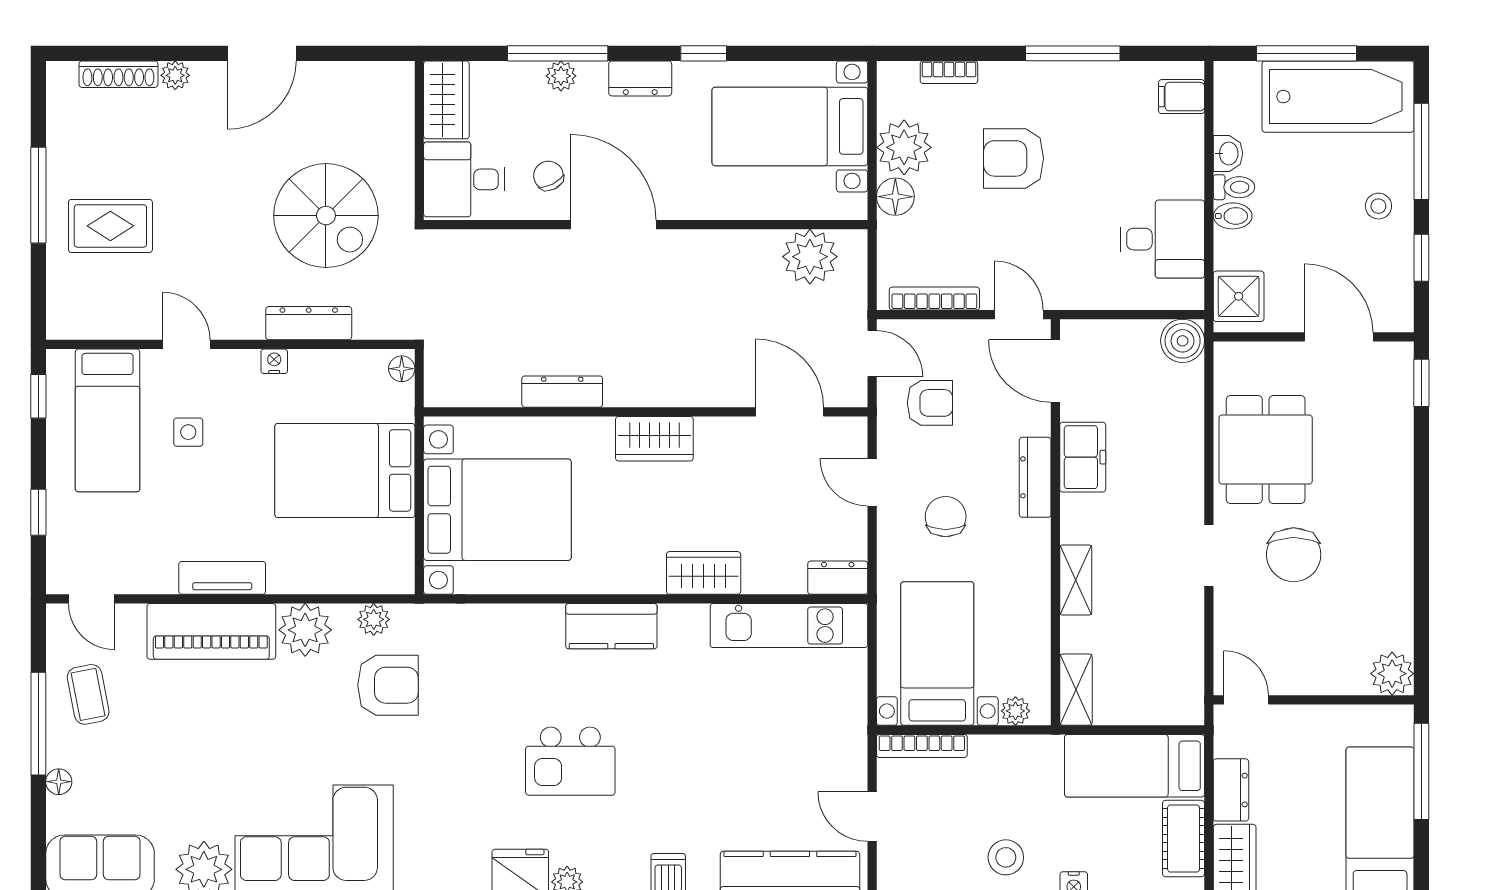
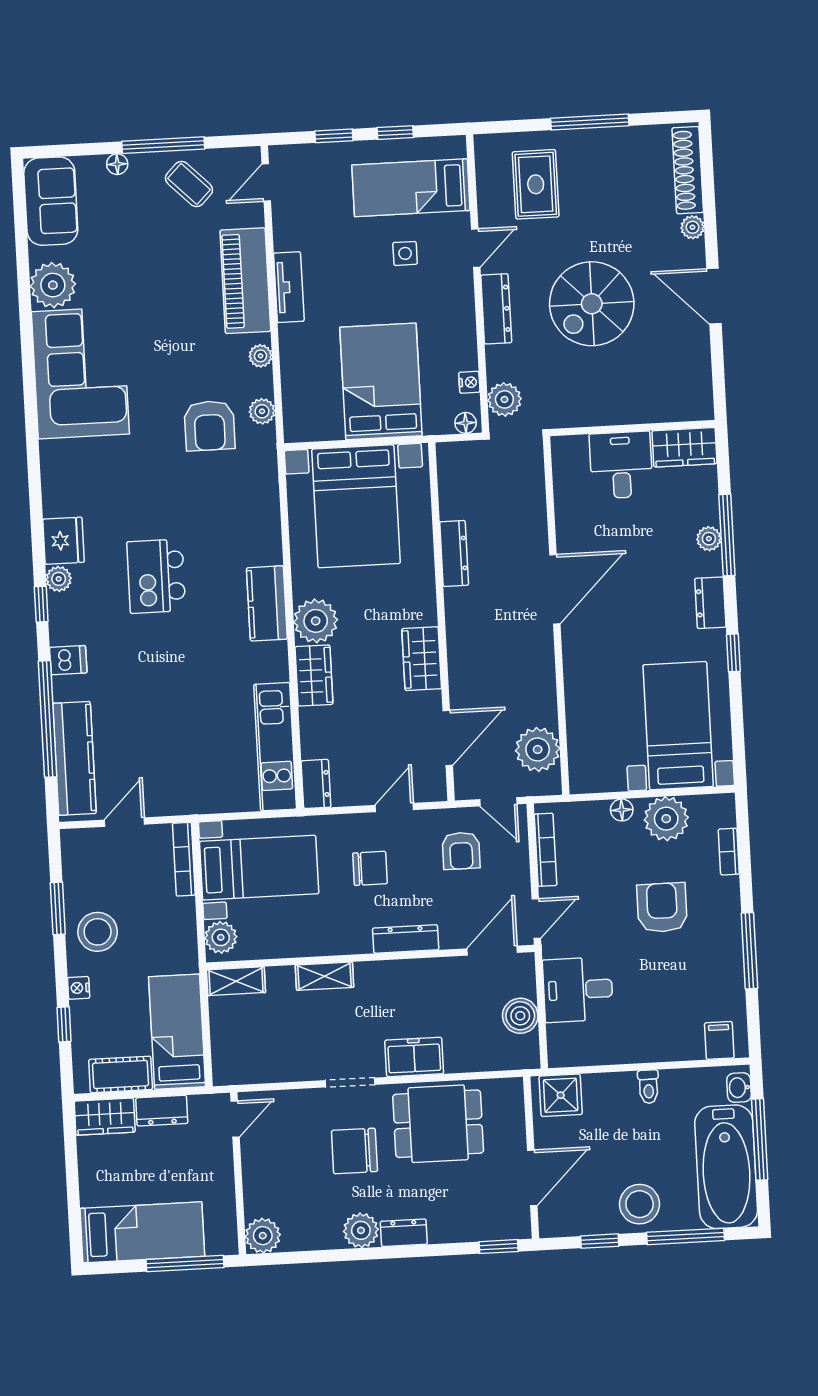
shoe rack: (118, 74) -> (688, 170), width x1.36, depth x1.24
washbasin: (1228, 153) -> (739, 1088), moved, turned 90
chair: (548, 176) -> (628, 533), removed
floor lamp: (895, 197) -> (622, 810), width x0.73, depth x0.73
stool: (1378, 206) -> (640, 1204), width x1.89, depth x1.89
spiral stairs: (326, 216) -> (592, 304), moved
bidet: (1233, 216) -> (625, 1087), removed
door: (613, 225) -> (555, 589), moved
wall: (646, 225) -> (556, 615), moved
rug: (110, 226) -> (536, 184), moved
desk: (1162, 239) -> (578, 990), moved, turned 90
plant: (810, 257) -> (538, 749), moved
plant: (375, 319) -> (504, 399), added
dresser: (309, 323) -> (496, 309), moved
boiler: (1183, 341) -> (520, 1016), moved
door: (872, 354) -> (498, 802), hinge flipped
nightstand: (274, 361) -> (469, 382), moved
window: (38, 396) -> (395, 133), moved
wardrobe: (654, 439) -> (422, 659), moved
freezer: (1083, 457) -> (414, 1057), moved, turned 180
dresser: (1398, 499) -> (404, 1233), added
plant: (1392, 552) -> (361, 1230), added
plant: (636, 567) -> (316, 621), added
plant: (305, 630) -> (260, 356), width x0.53, depth x0.53
coffee table: (88, 694) -> (189, 184), turned 56
plant: (1015, 711) -> (221, 937), width x1.38, depth x1.38
stool: (1006, 857) -> (98, 932), width x1.38, depth x1.38

